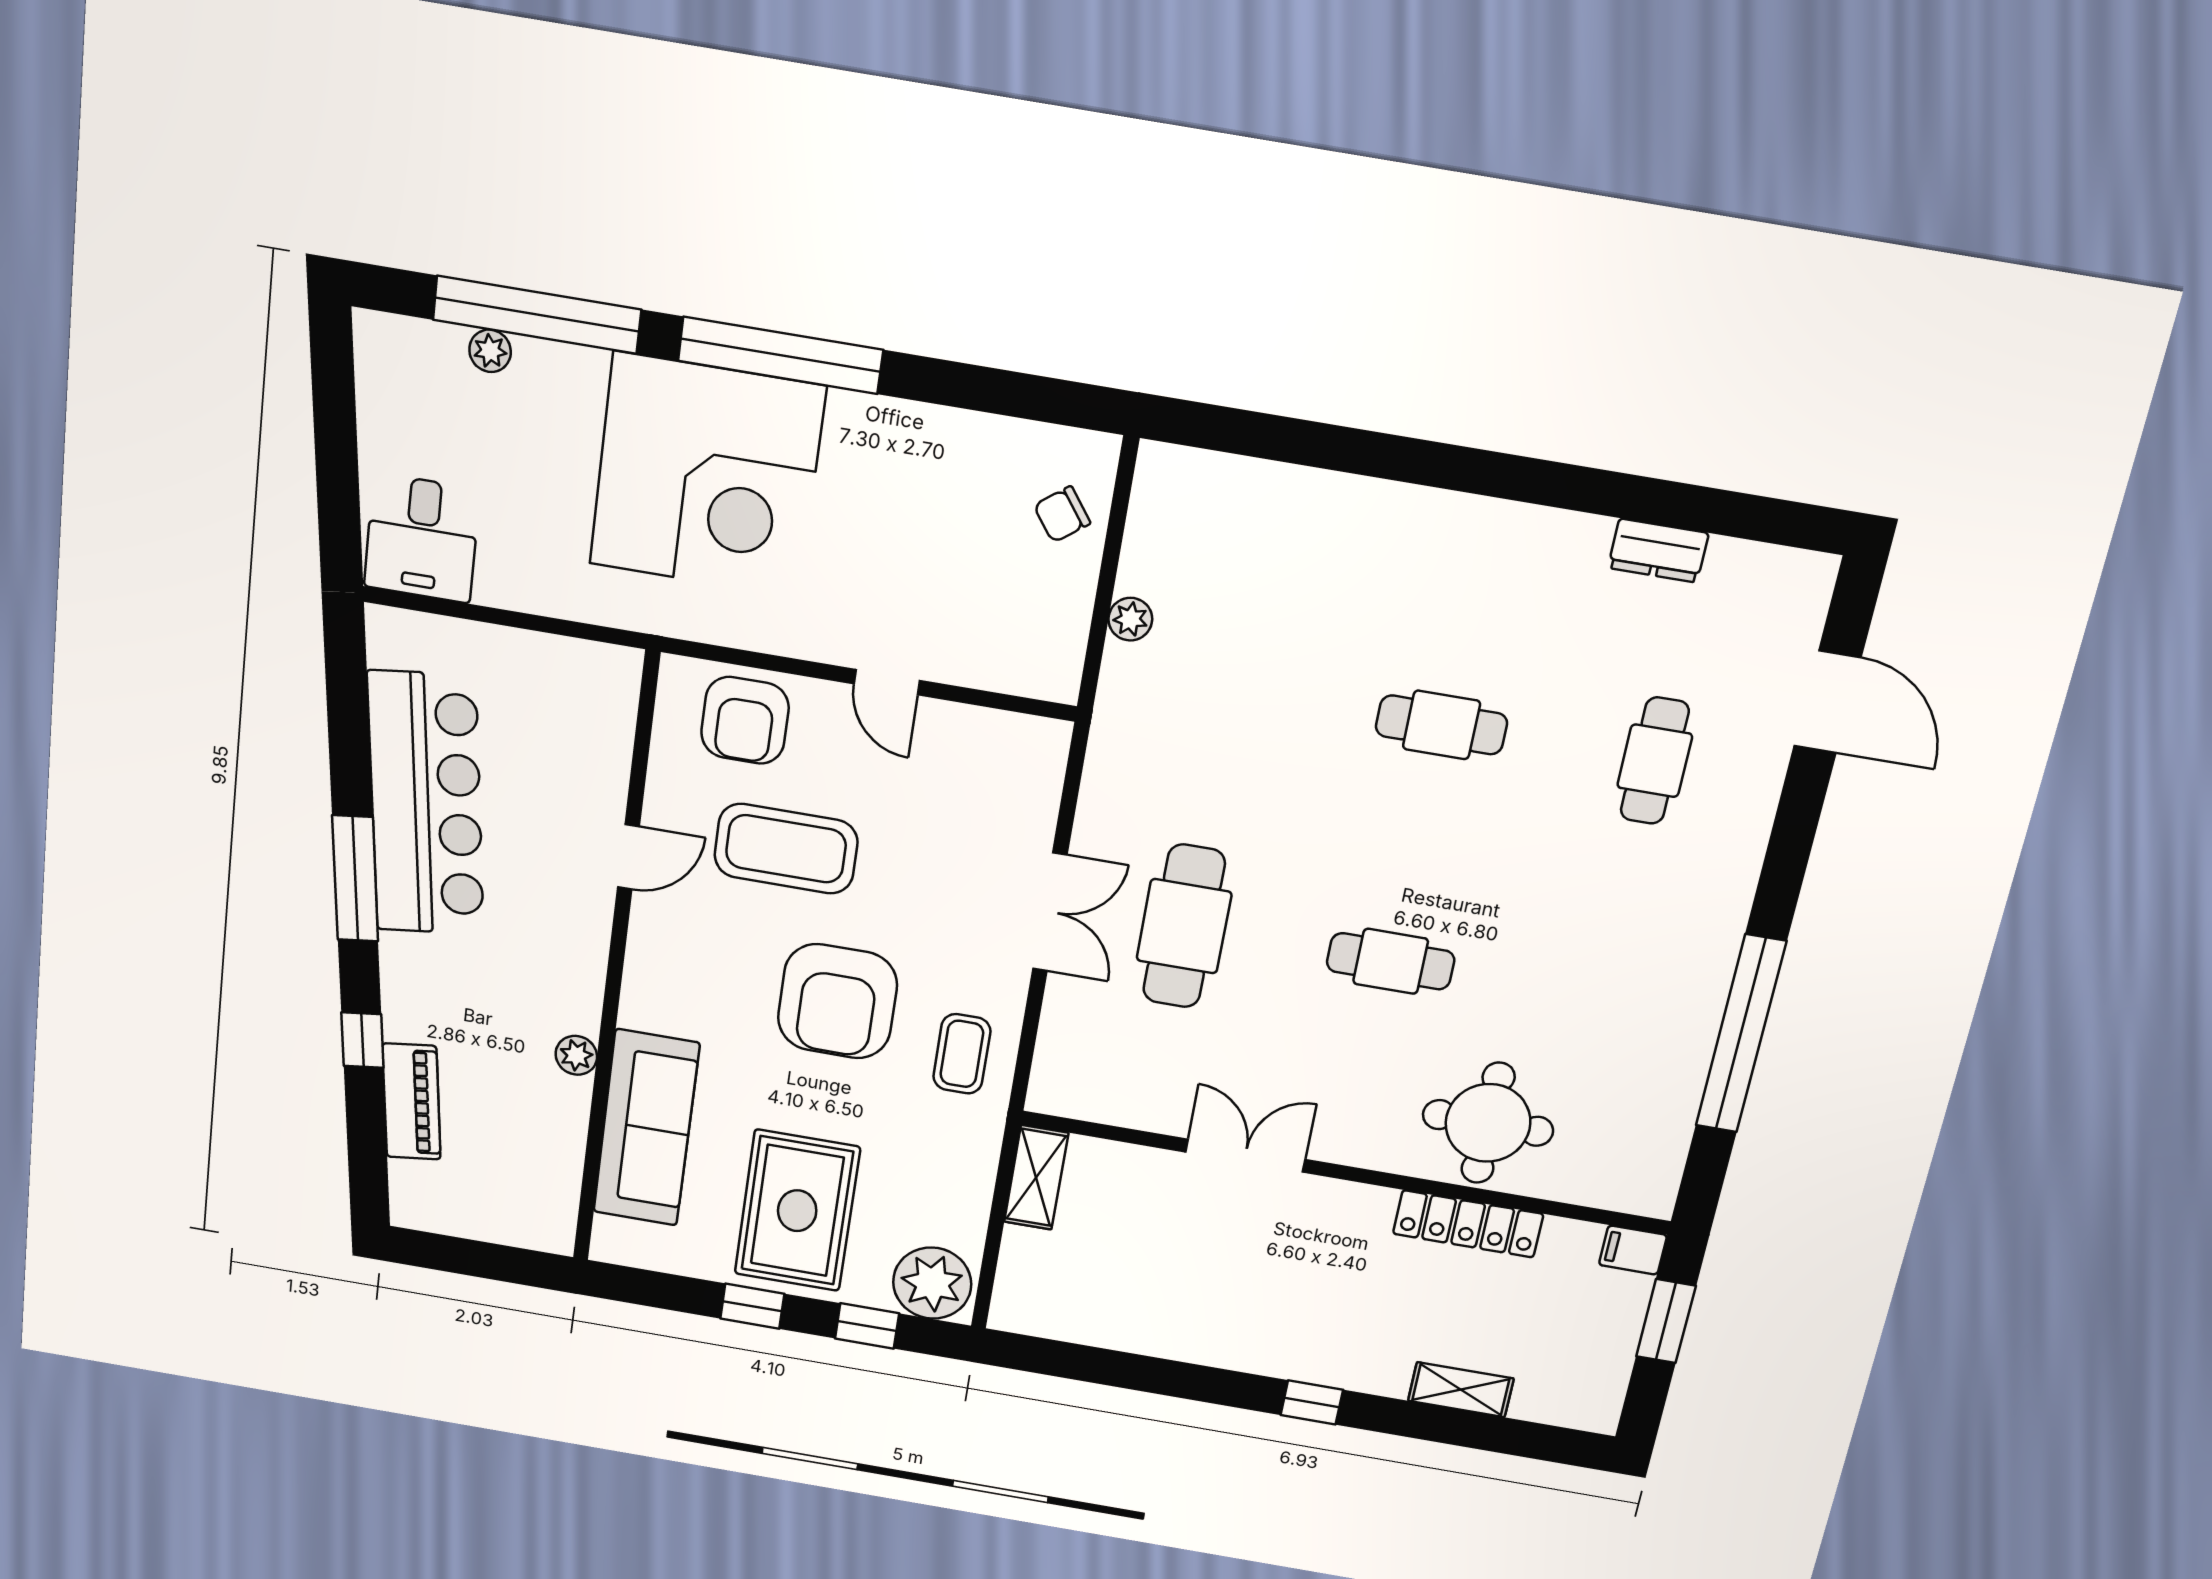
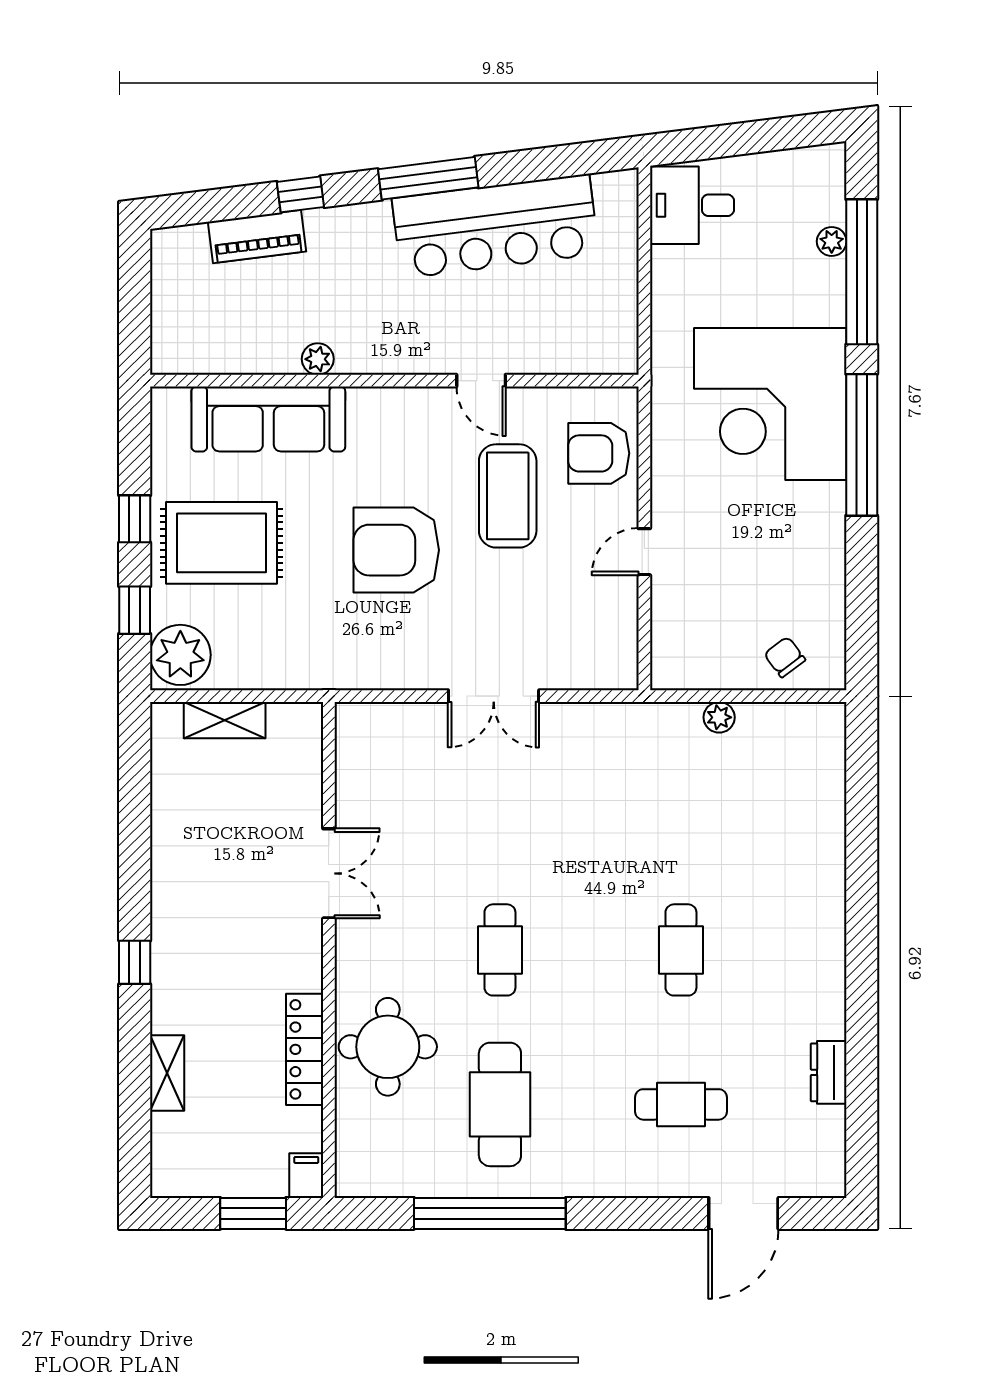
cafe table: (1184, 926) -> (500, 1104), moved, turned 90
coffee table: (962, 1054) -> (372, 649), removed
shelving: (1036, 1177) -> (225, 720), moved

